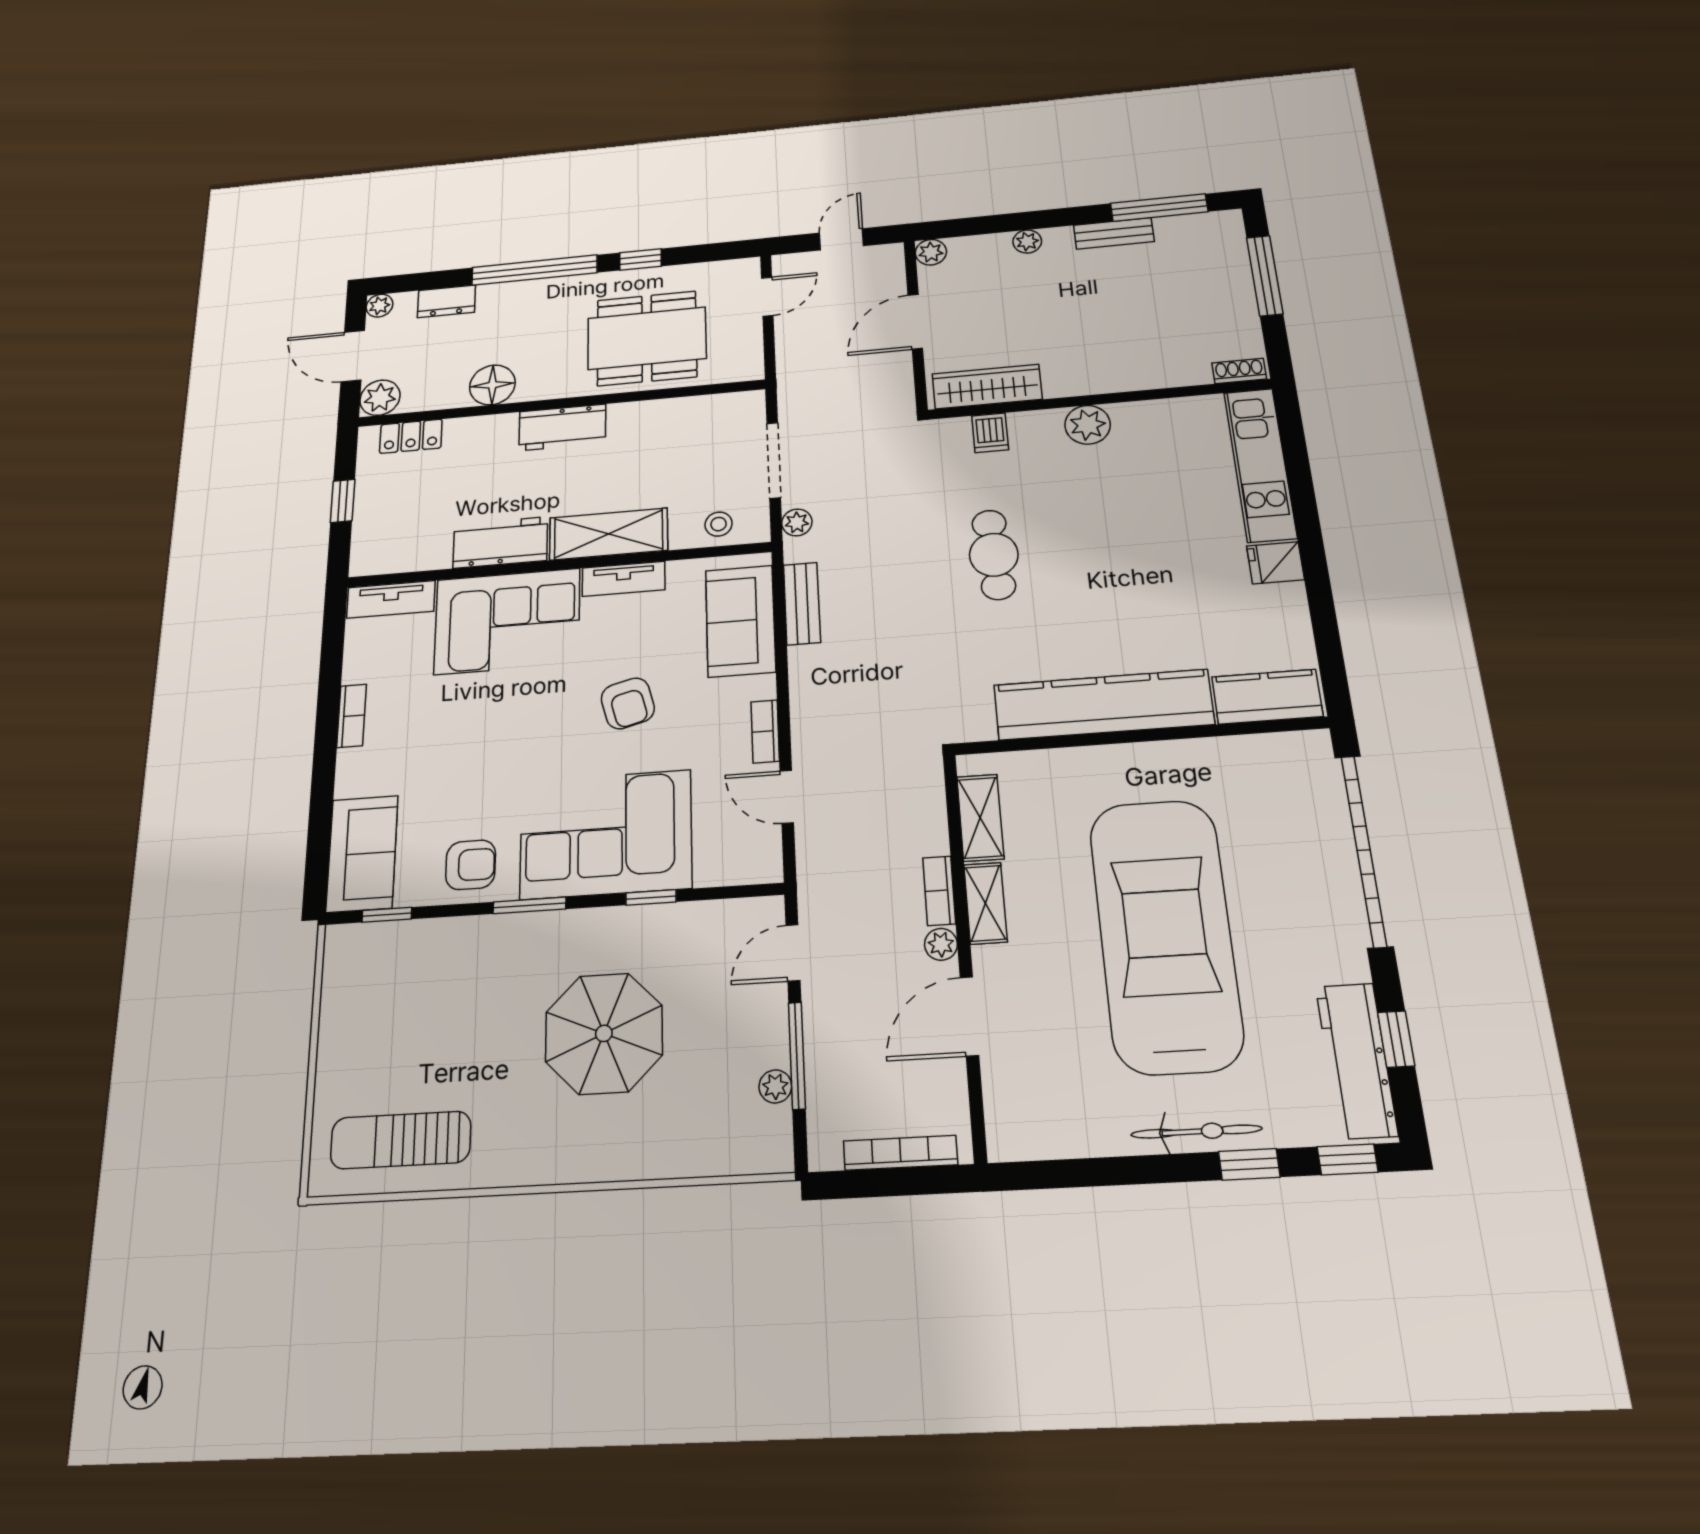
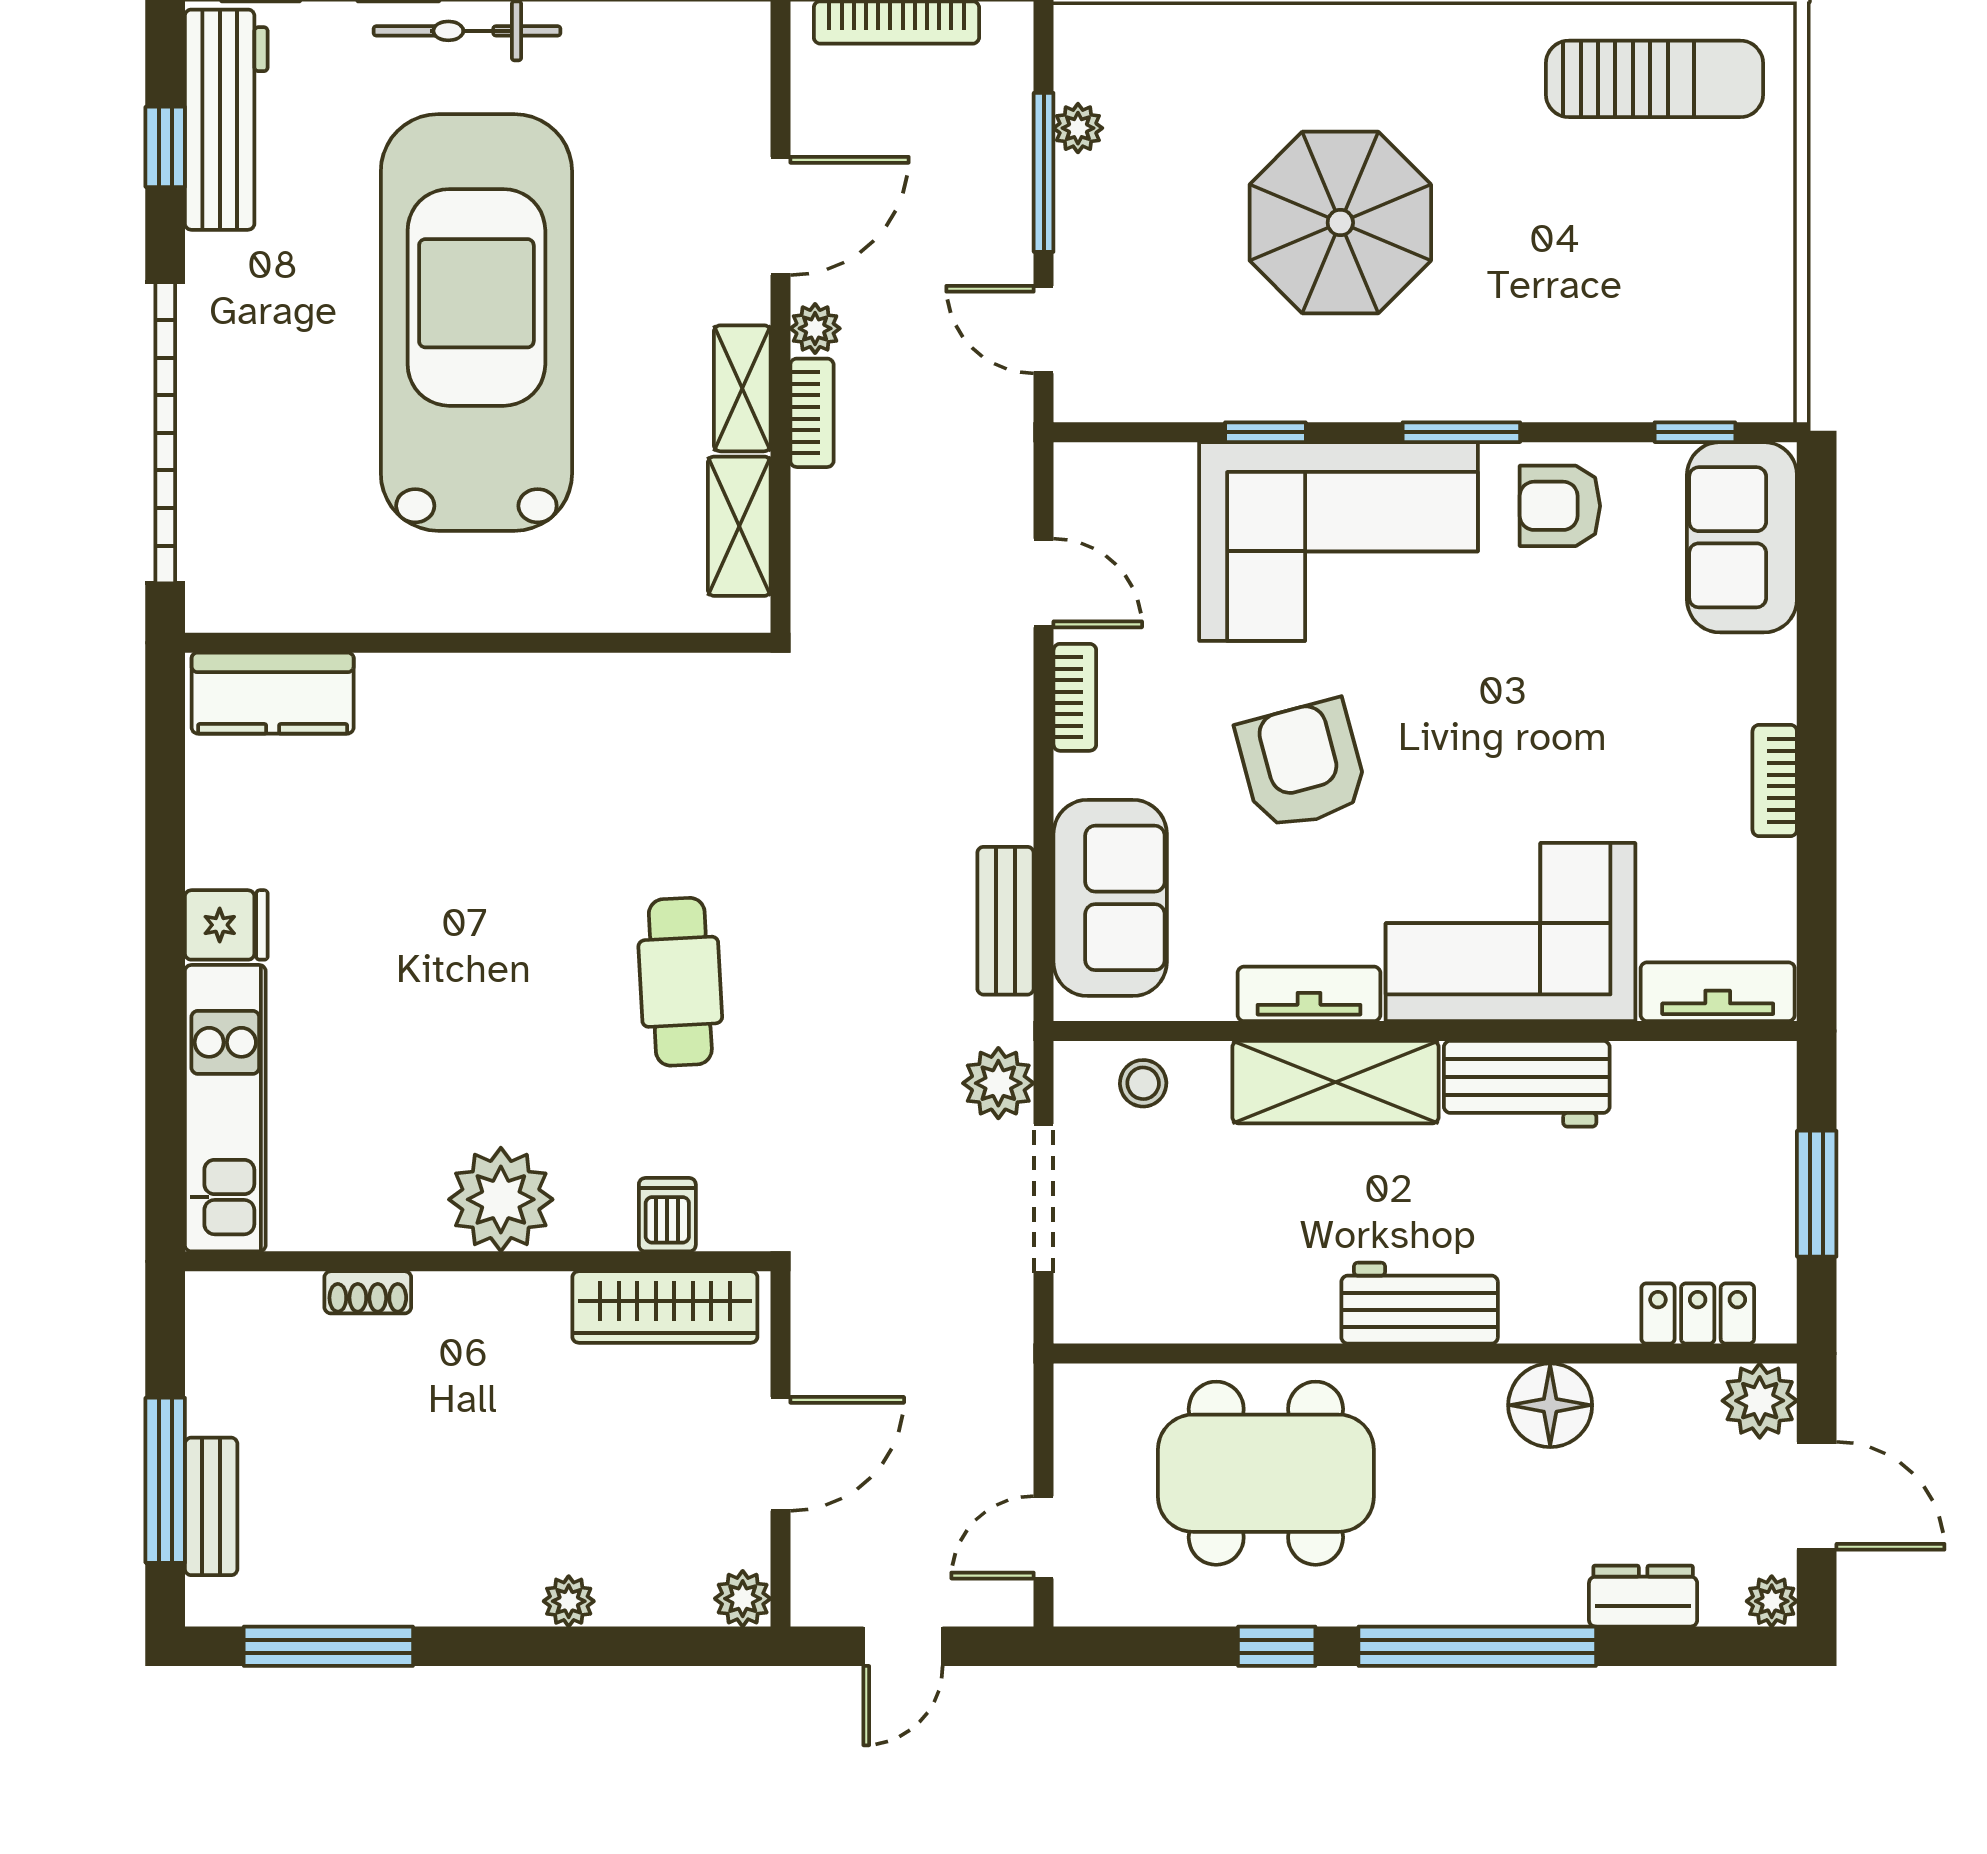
bench: (1114, 233) -> (211, 1506), moved, turned 90
shoe rack: (1239, 371) -> (368, 1292), moved
plant: (1088, 425) -> (501, 1199), width x1.36, depth x1.36
window: (343, 501) -> (1817, 1194), width x1.50
plant: (797, 522) -> (998, 1083), width x1.38, depth x1.38
armchair: (628, 703) -> (1302, 765), width x1.38, depth x1.38
kitchen counter: (1103, 705) -> (529, 700), removed
car: (1165, 934) -> (476, 322), turned 180
door: (793, 953) -> (1044, 330), swing flipped

